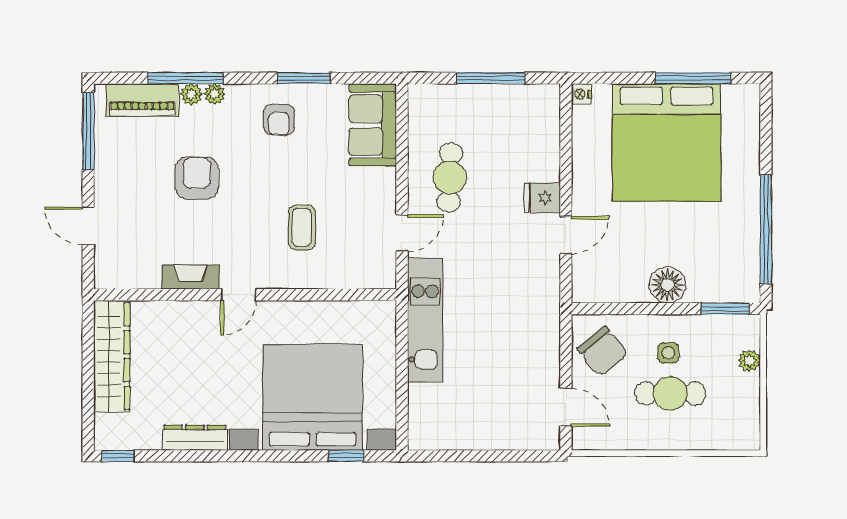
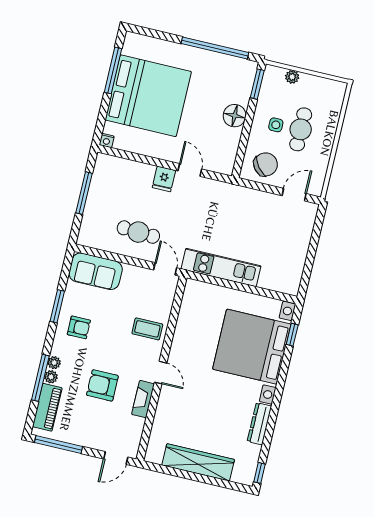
fireplace: (190, 277) -> (143, 399), moved
door: (238, 295) -> (161, 373), moved
wall: (245, 295) -> (162, 368), moved

